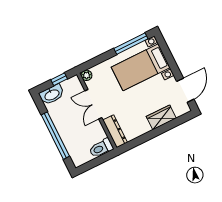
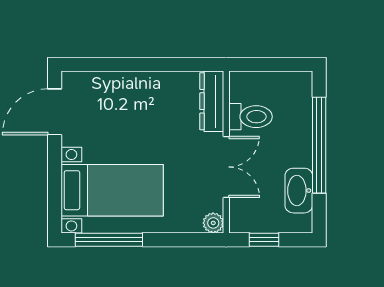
washbasin: (52, 95) -> (299, 191), moved, turned -90
wardrobe: (161, 117) -> (120, 86), removed
toilet: (101, 148) -> (250, 117), moved

